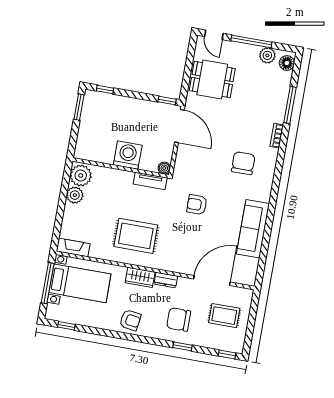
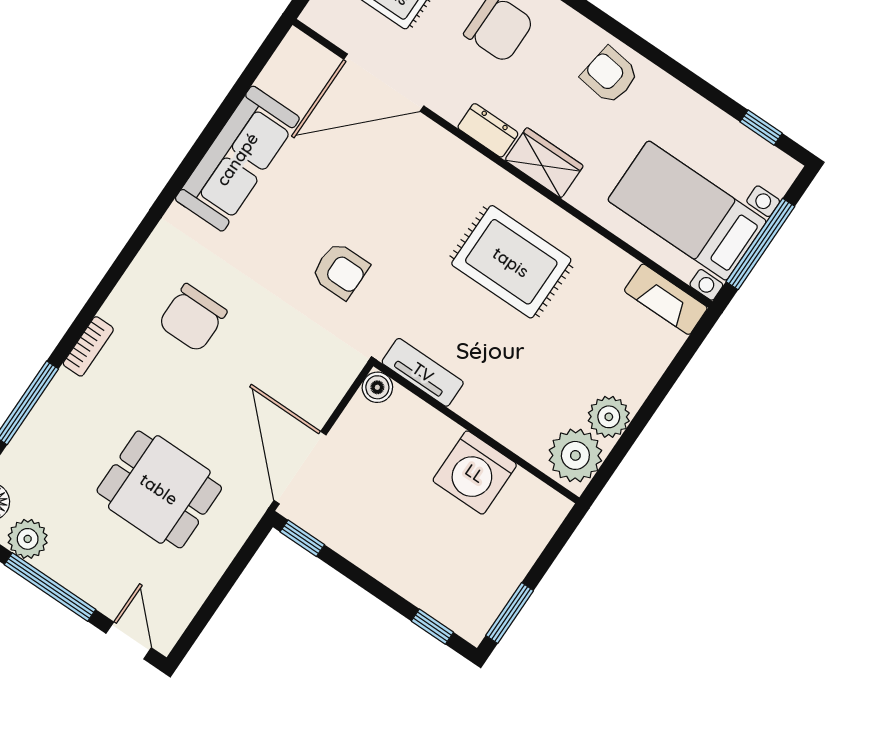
dining table: (212, 80) -> (159, 489), moved
washing machine: (128, 155) -> (475, 473), moved

